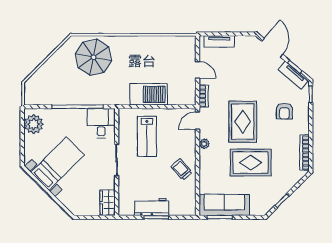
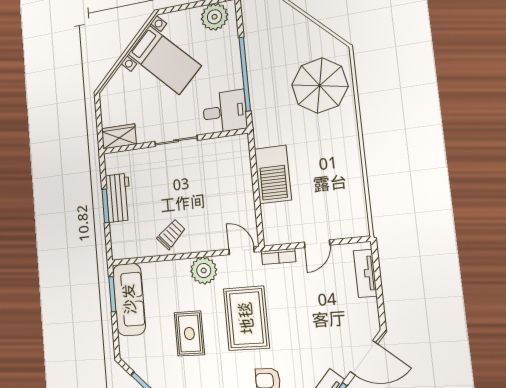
rug: (243, 122) -> (246, 318), turned 90
lab bench: (147, 136) -> (212, 179), removed
plant: (204, 144) -> (204, 271), width x1.88, depth x1.88
rug: (251, 163) -> (189, 334), width x0.73, depth x0.70

